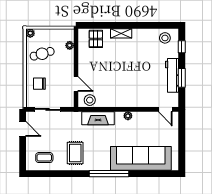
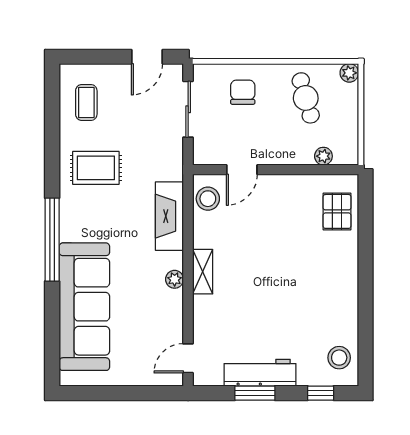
shelving: (121, 33) -> (203, 272), moved
pallet: (96, 39) -> (337, 211), turned 90

